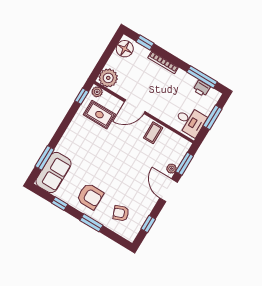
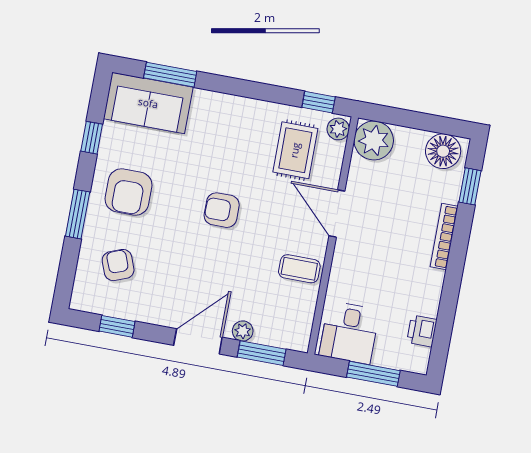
window: (202, 77) -> (445, 323), removed
armchair: (114, 158) -> (222, 210), added

